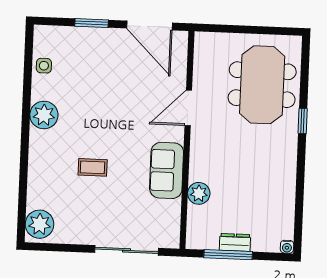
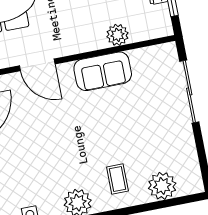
coffee table: (93, 167) -> (117, 179), moved
plant: (40, 224) -> (162, 186), moved

